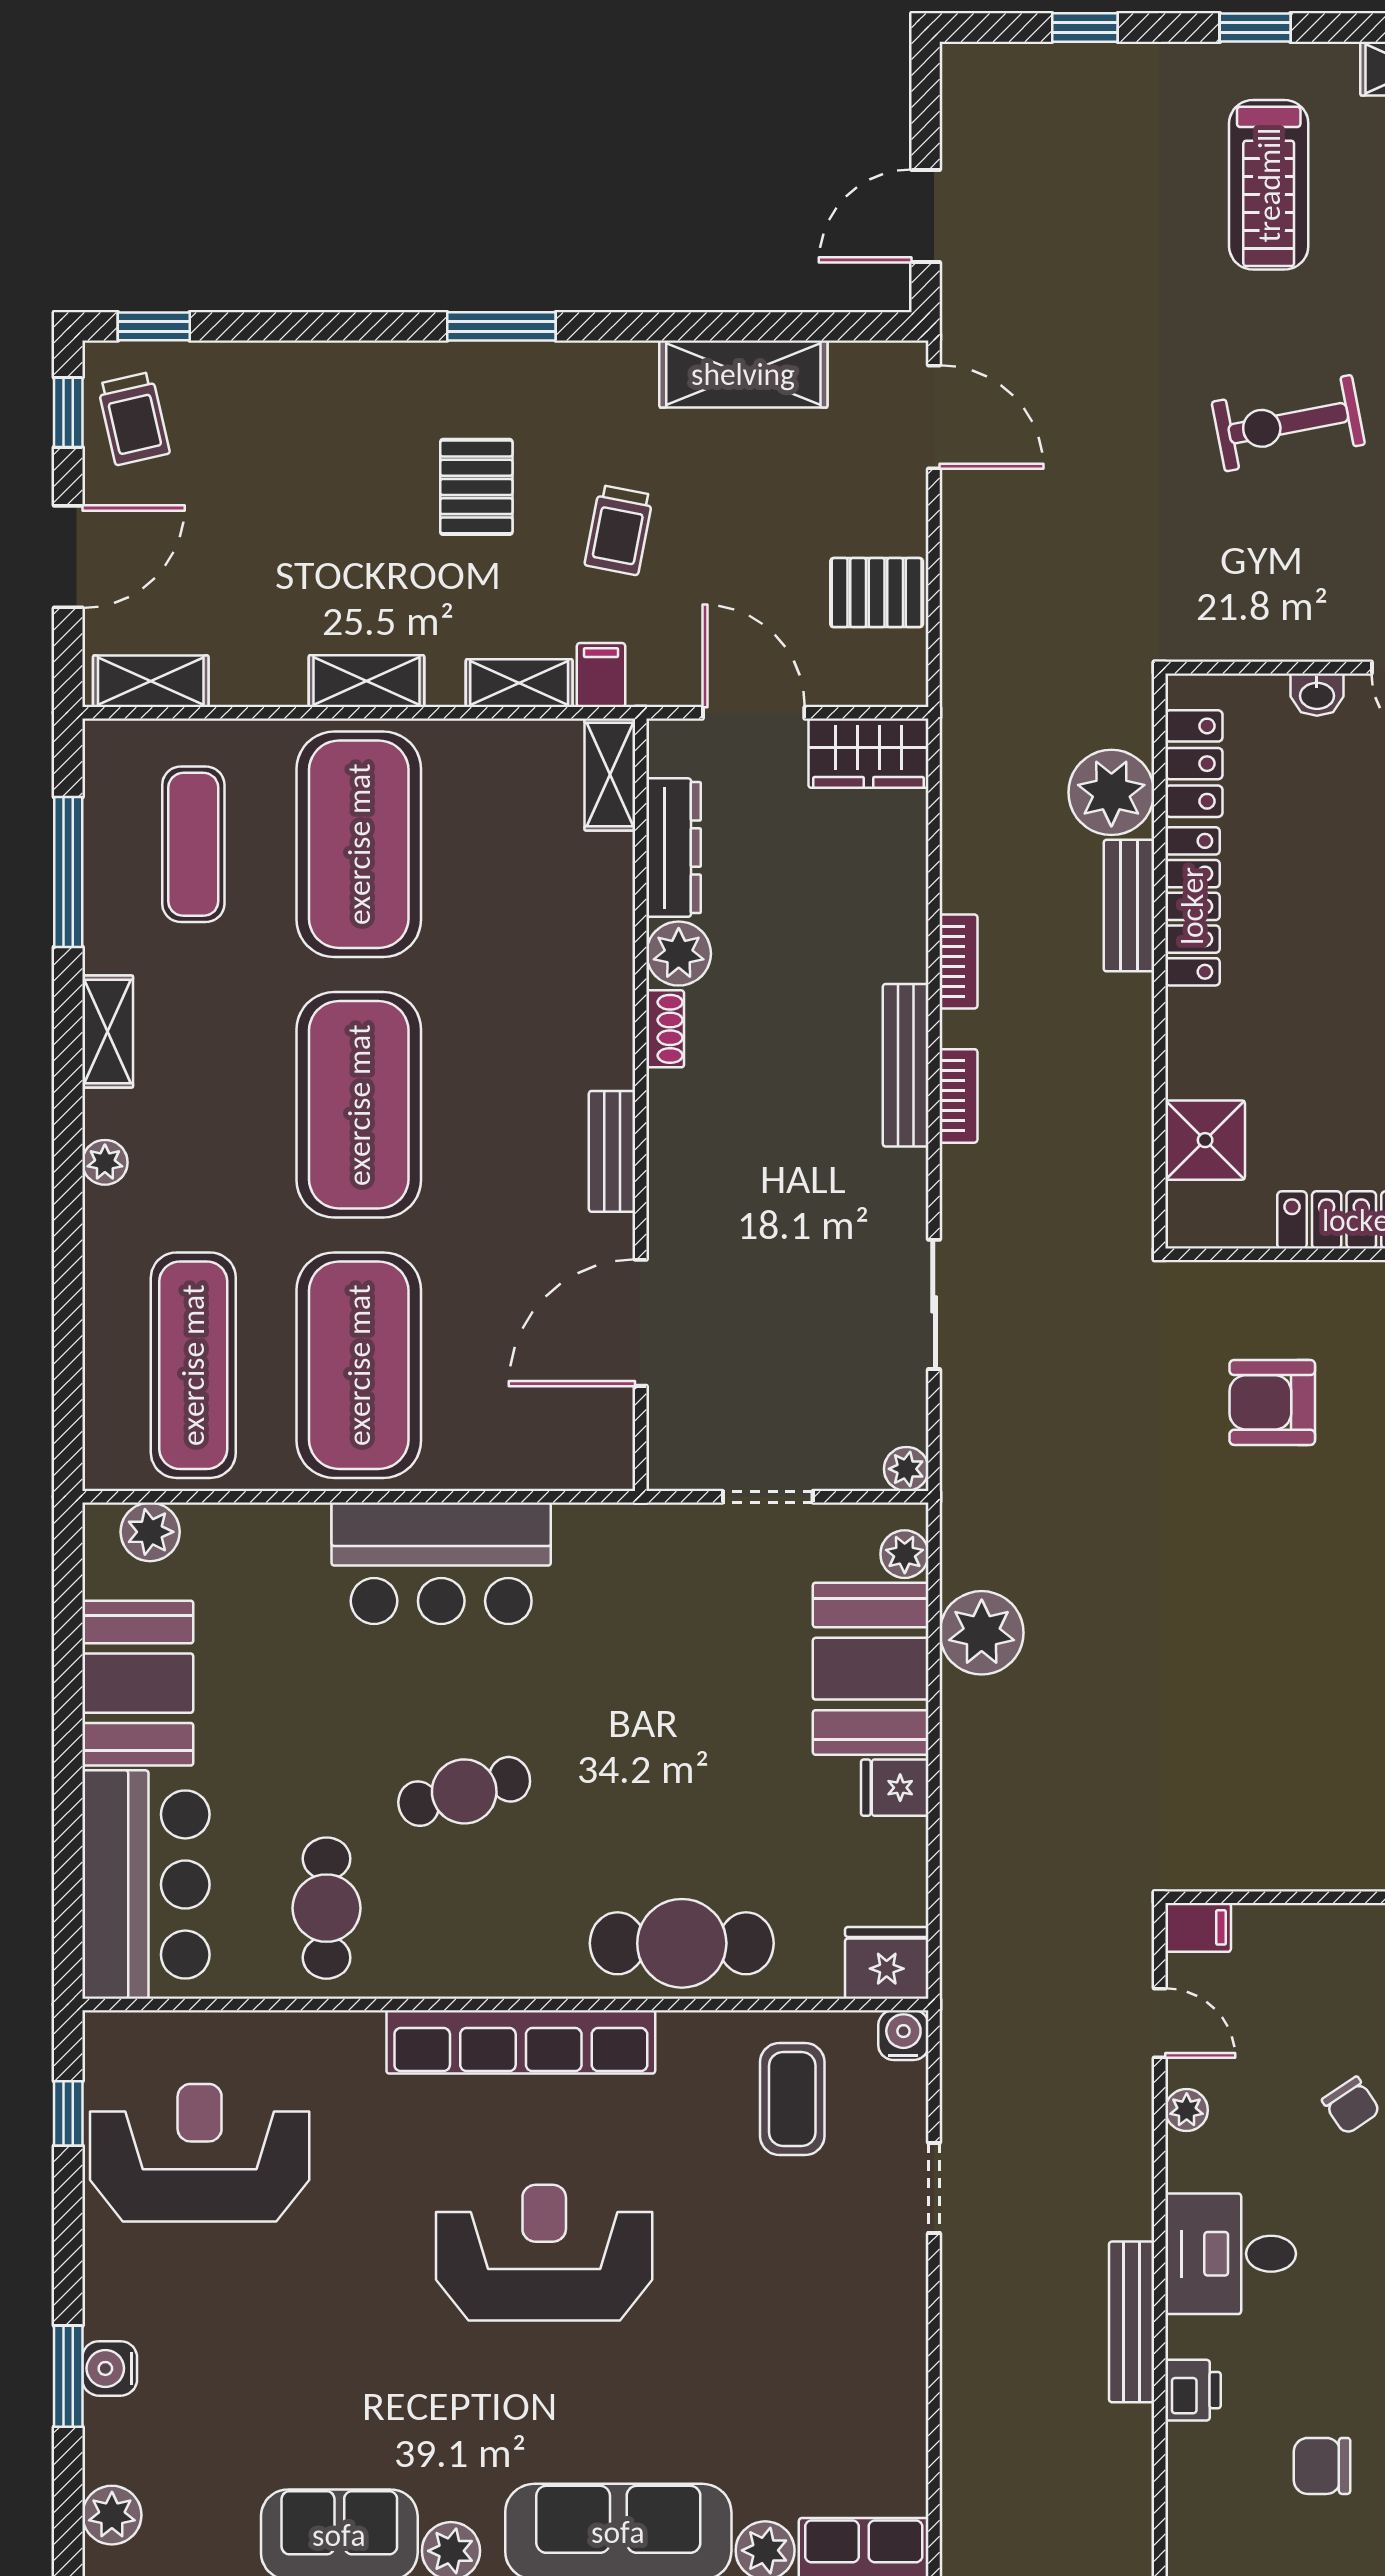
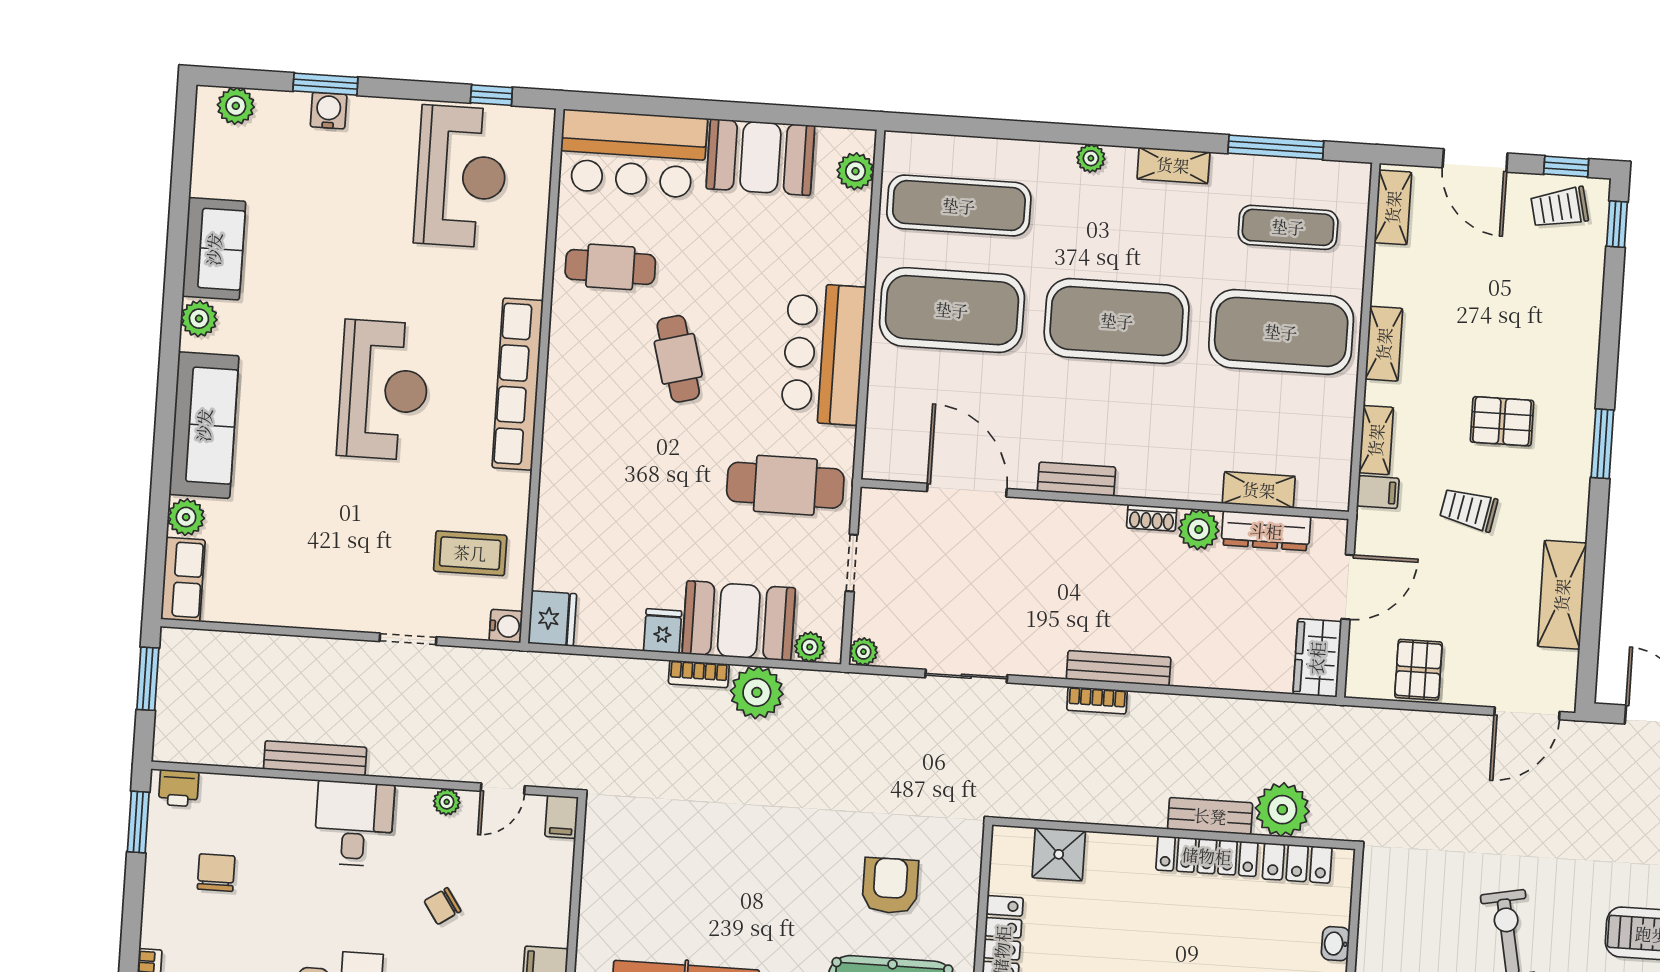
shelving: (610, 775) -> (1259, 490), moved
bookcase: (959, 962) -> (699, 674), moved
cafe table: (682, 1943) -> (785, 485), moved, turned 90
printer: (1193, 2390) -> (179, 788), moved

